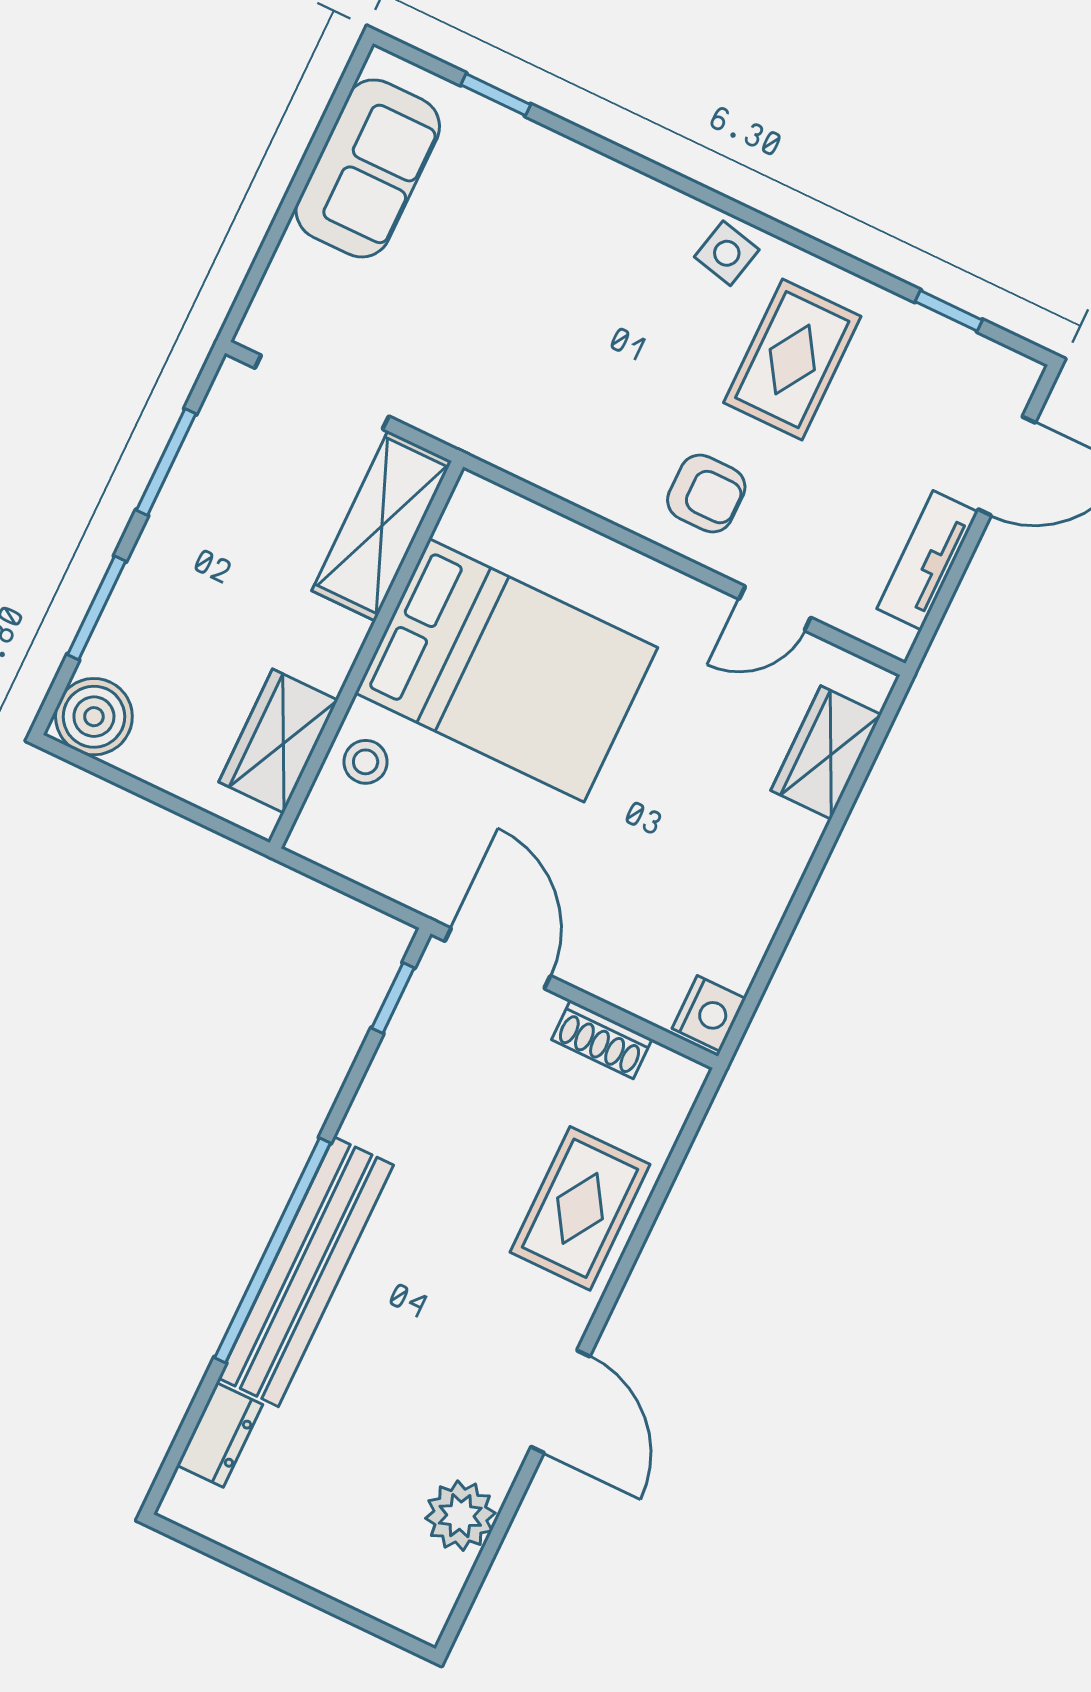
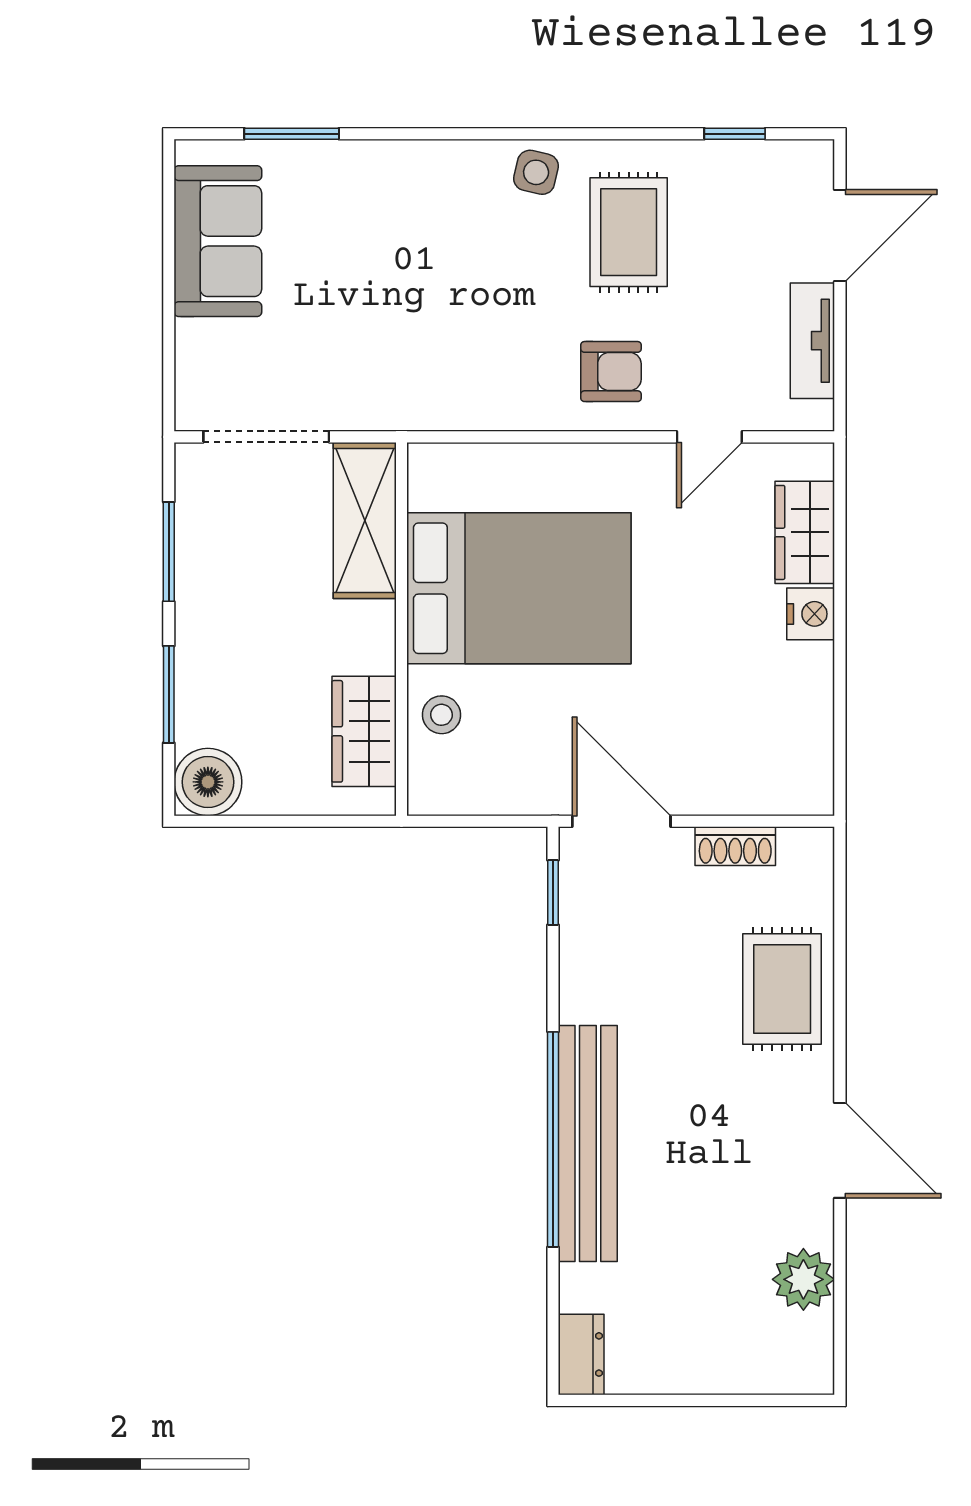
window: (496, 95) -> (292, 134), width x1.50
nightstand: (709, 1014) -> (811, 614), moved
dresser: (220, 1435) -> (581, 1354), moved

